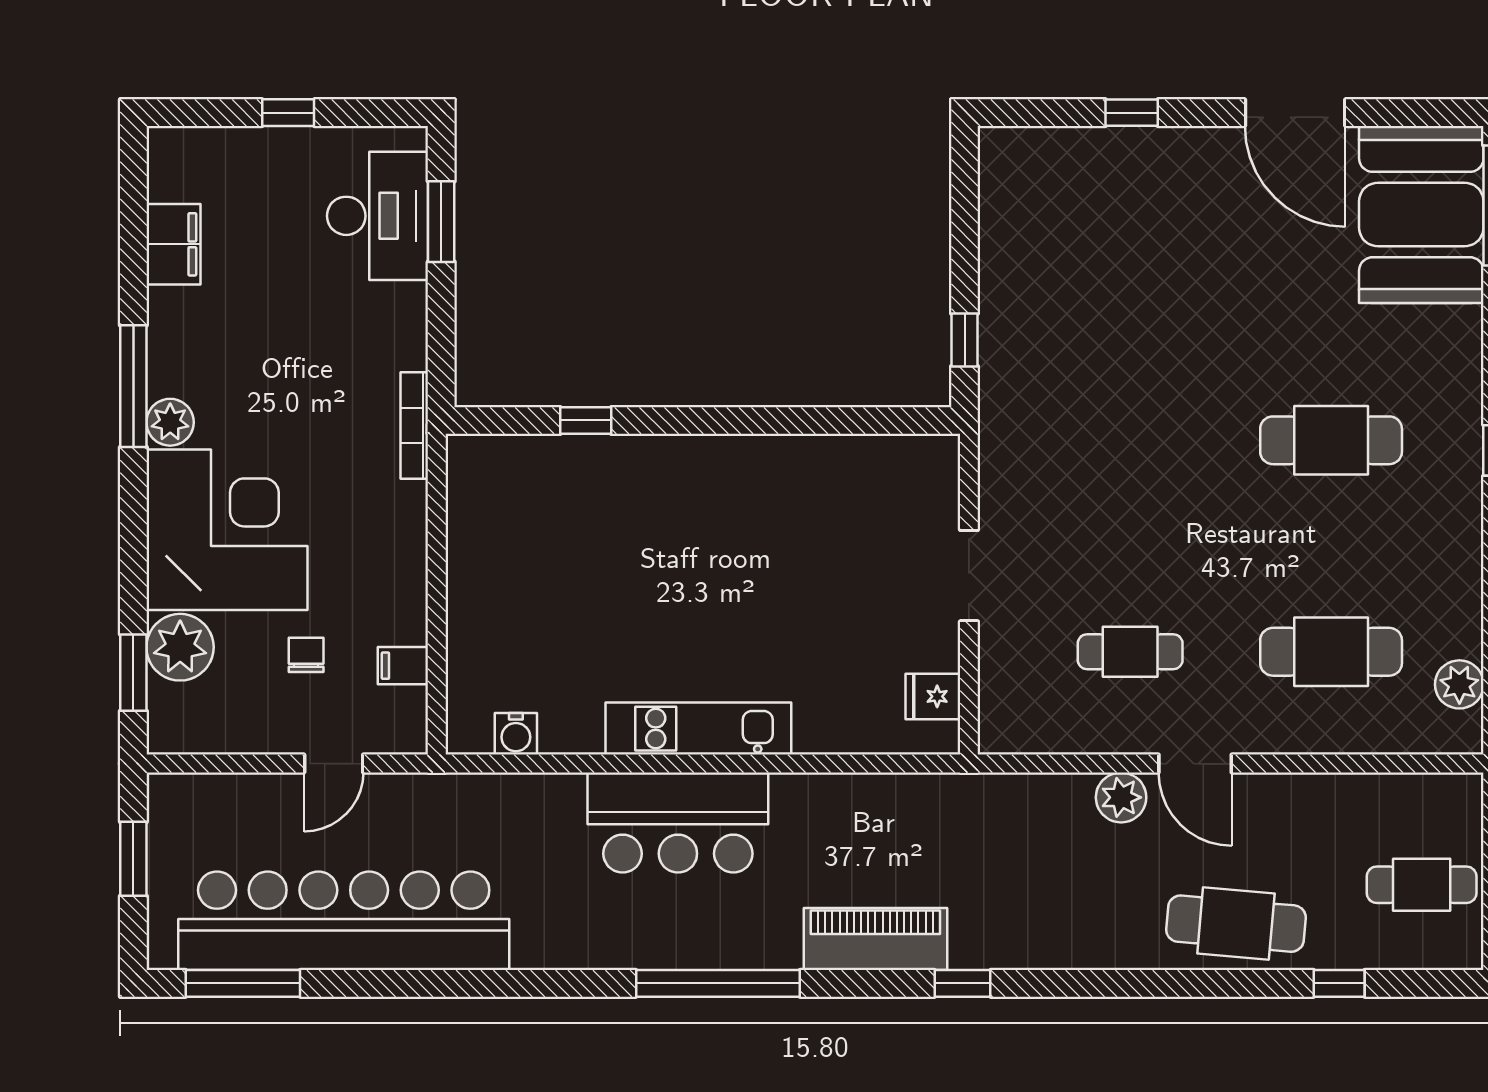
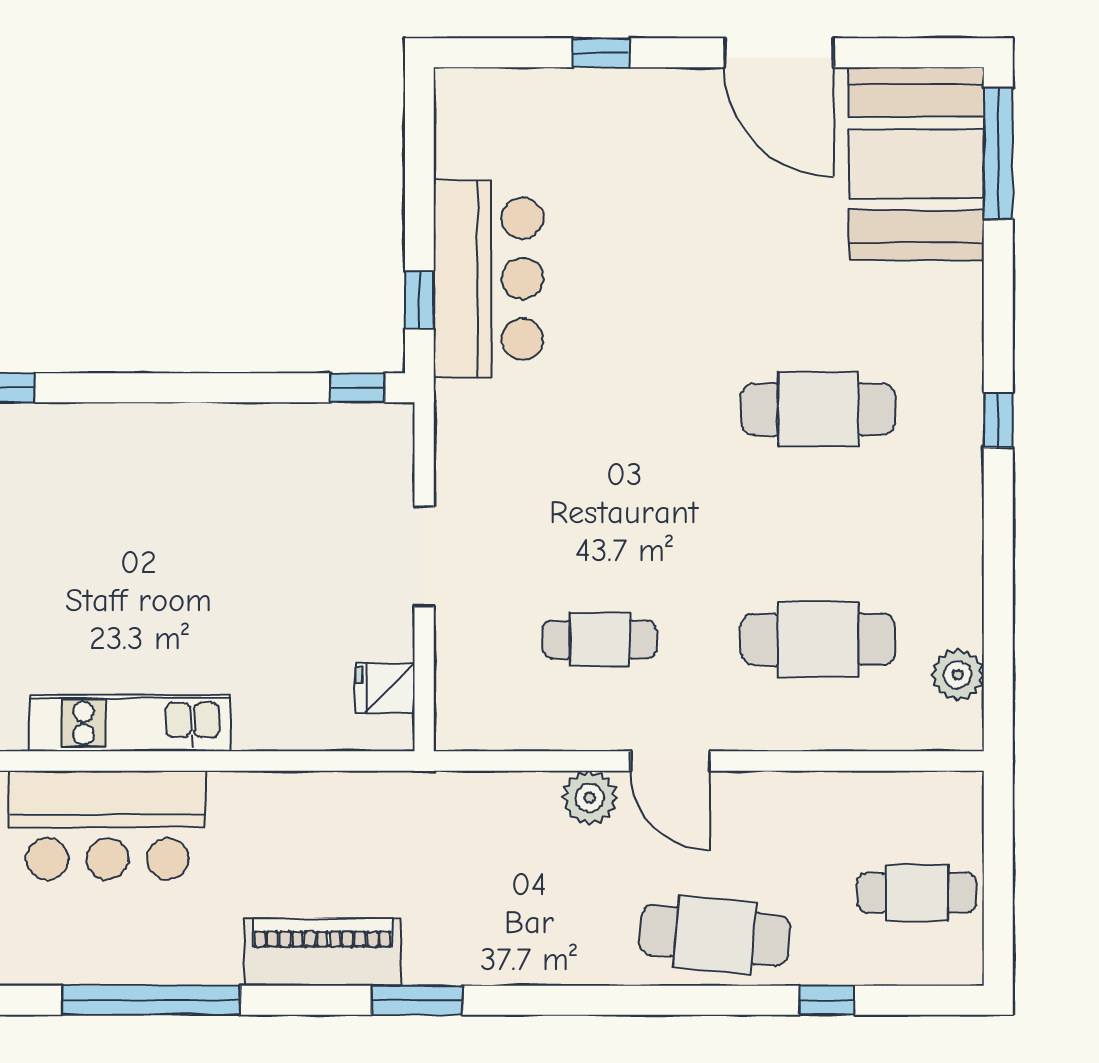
bar counter: (1028, 320) -> (489, 278), added
window: (908, 420) -> (357, 388), added
window: (963, 983) -> (417, 1000), width x1.50

